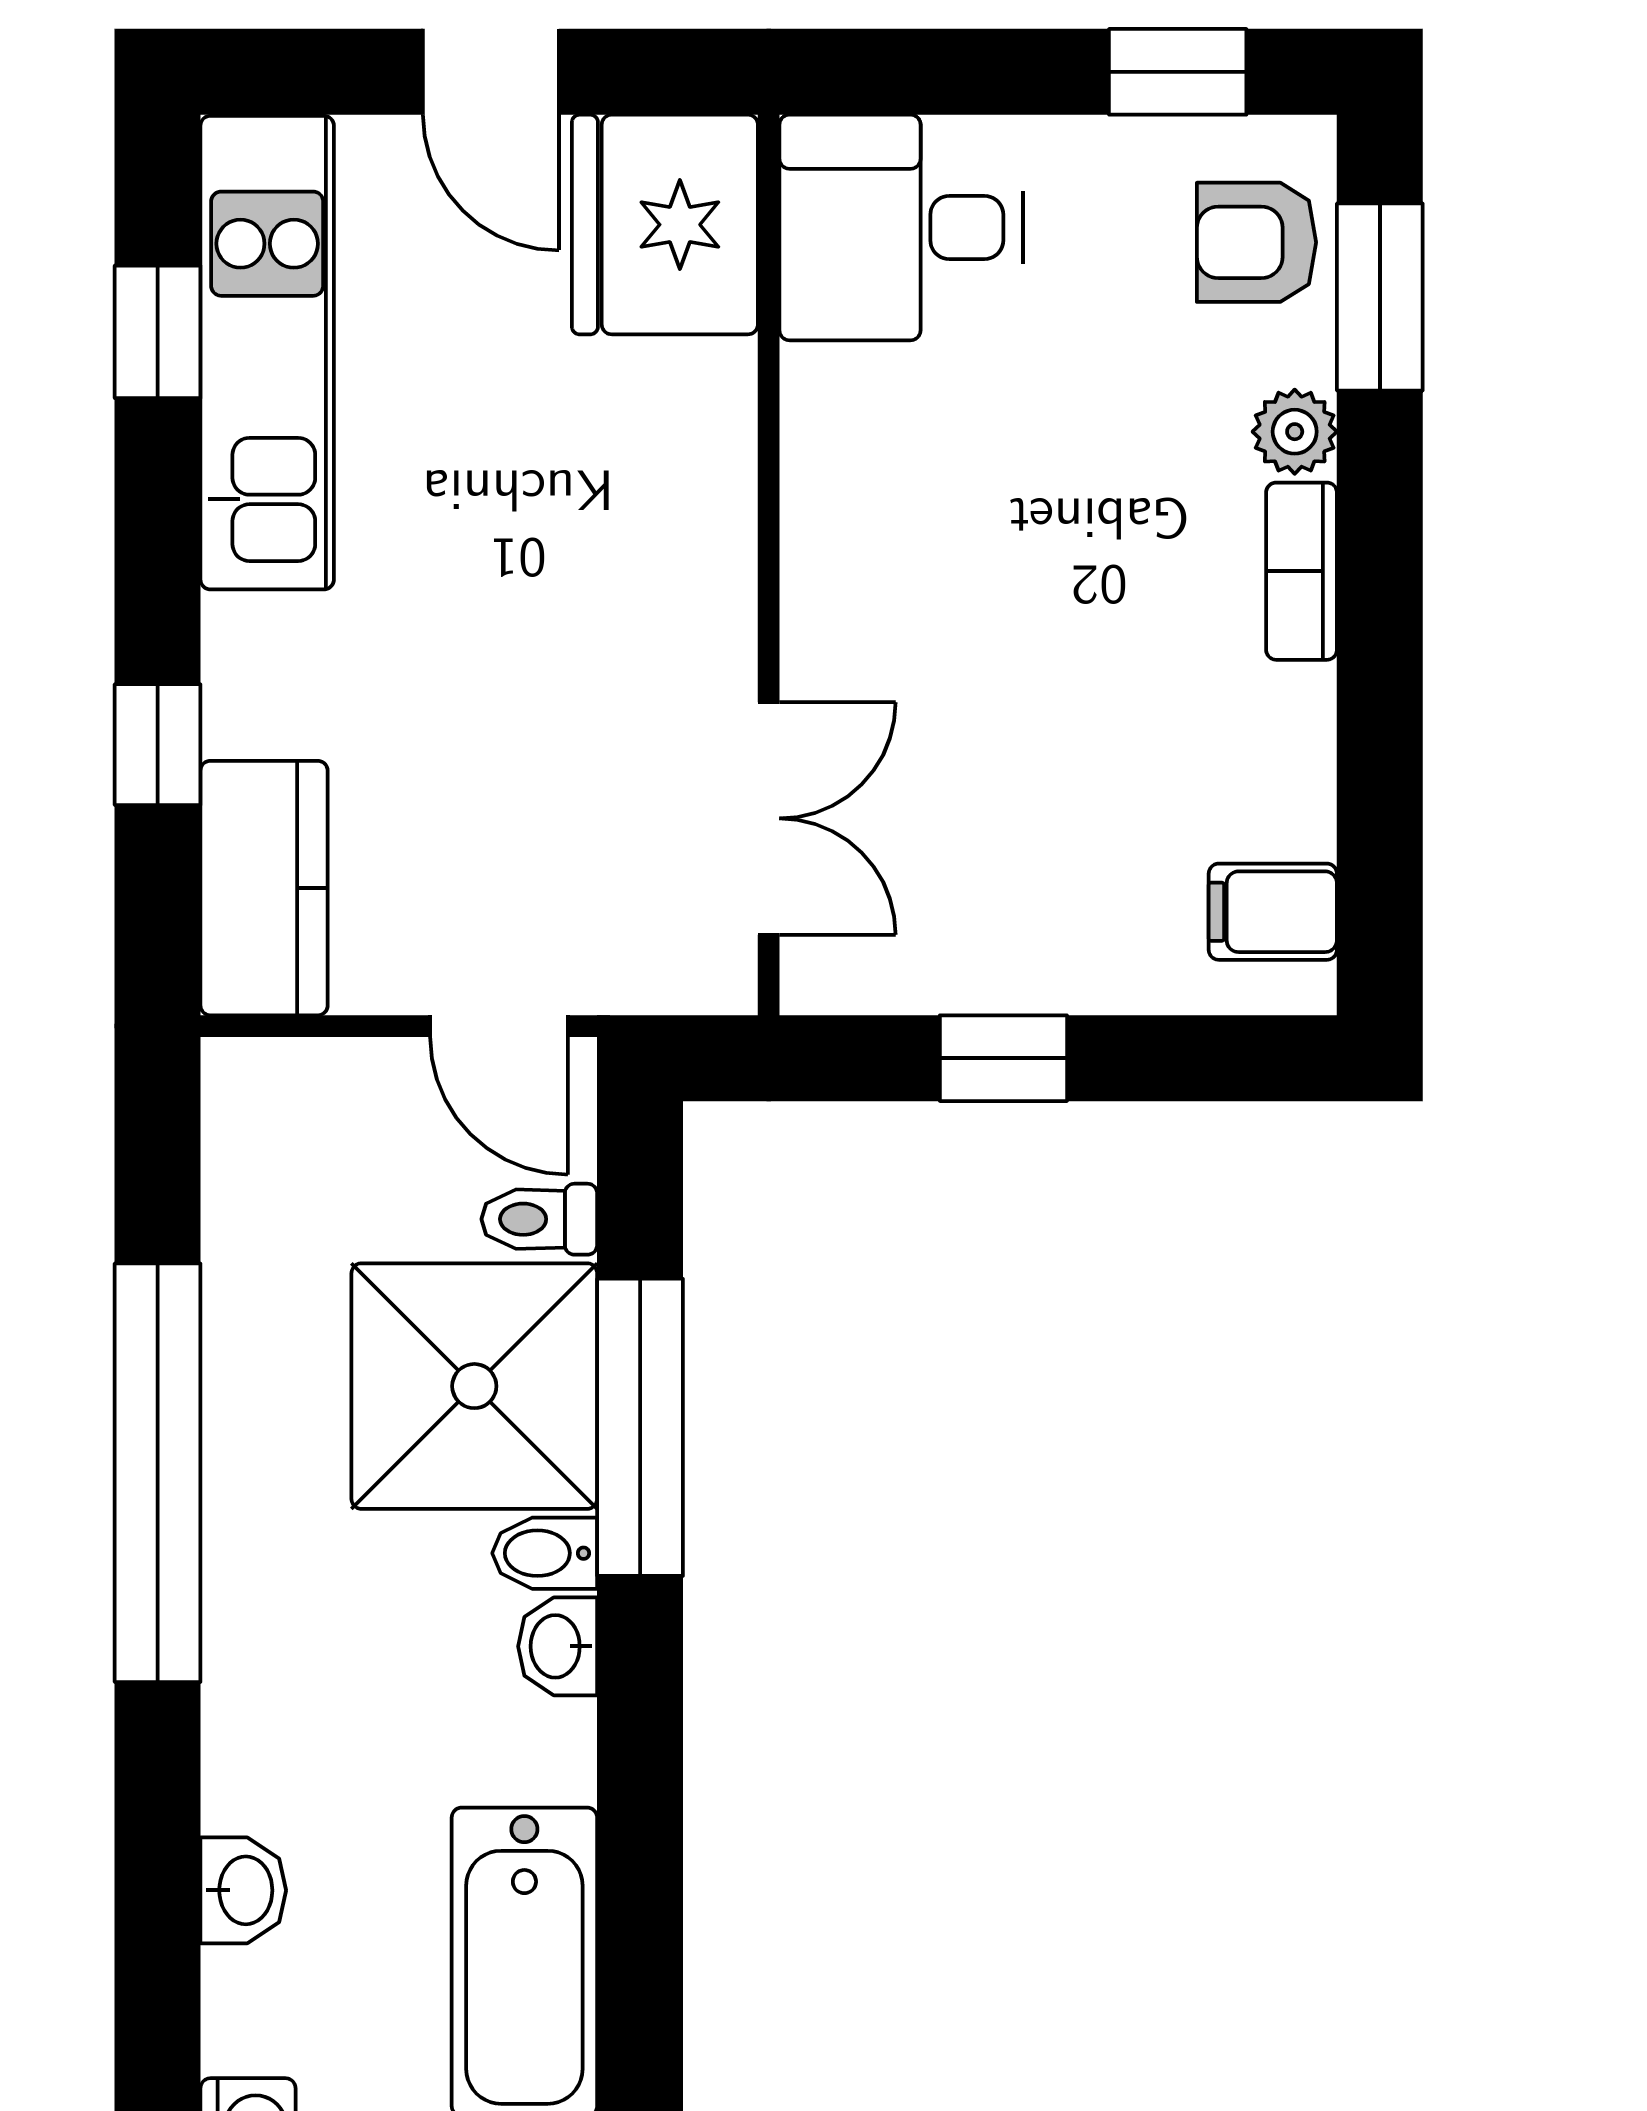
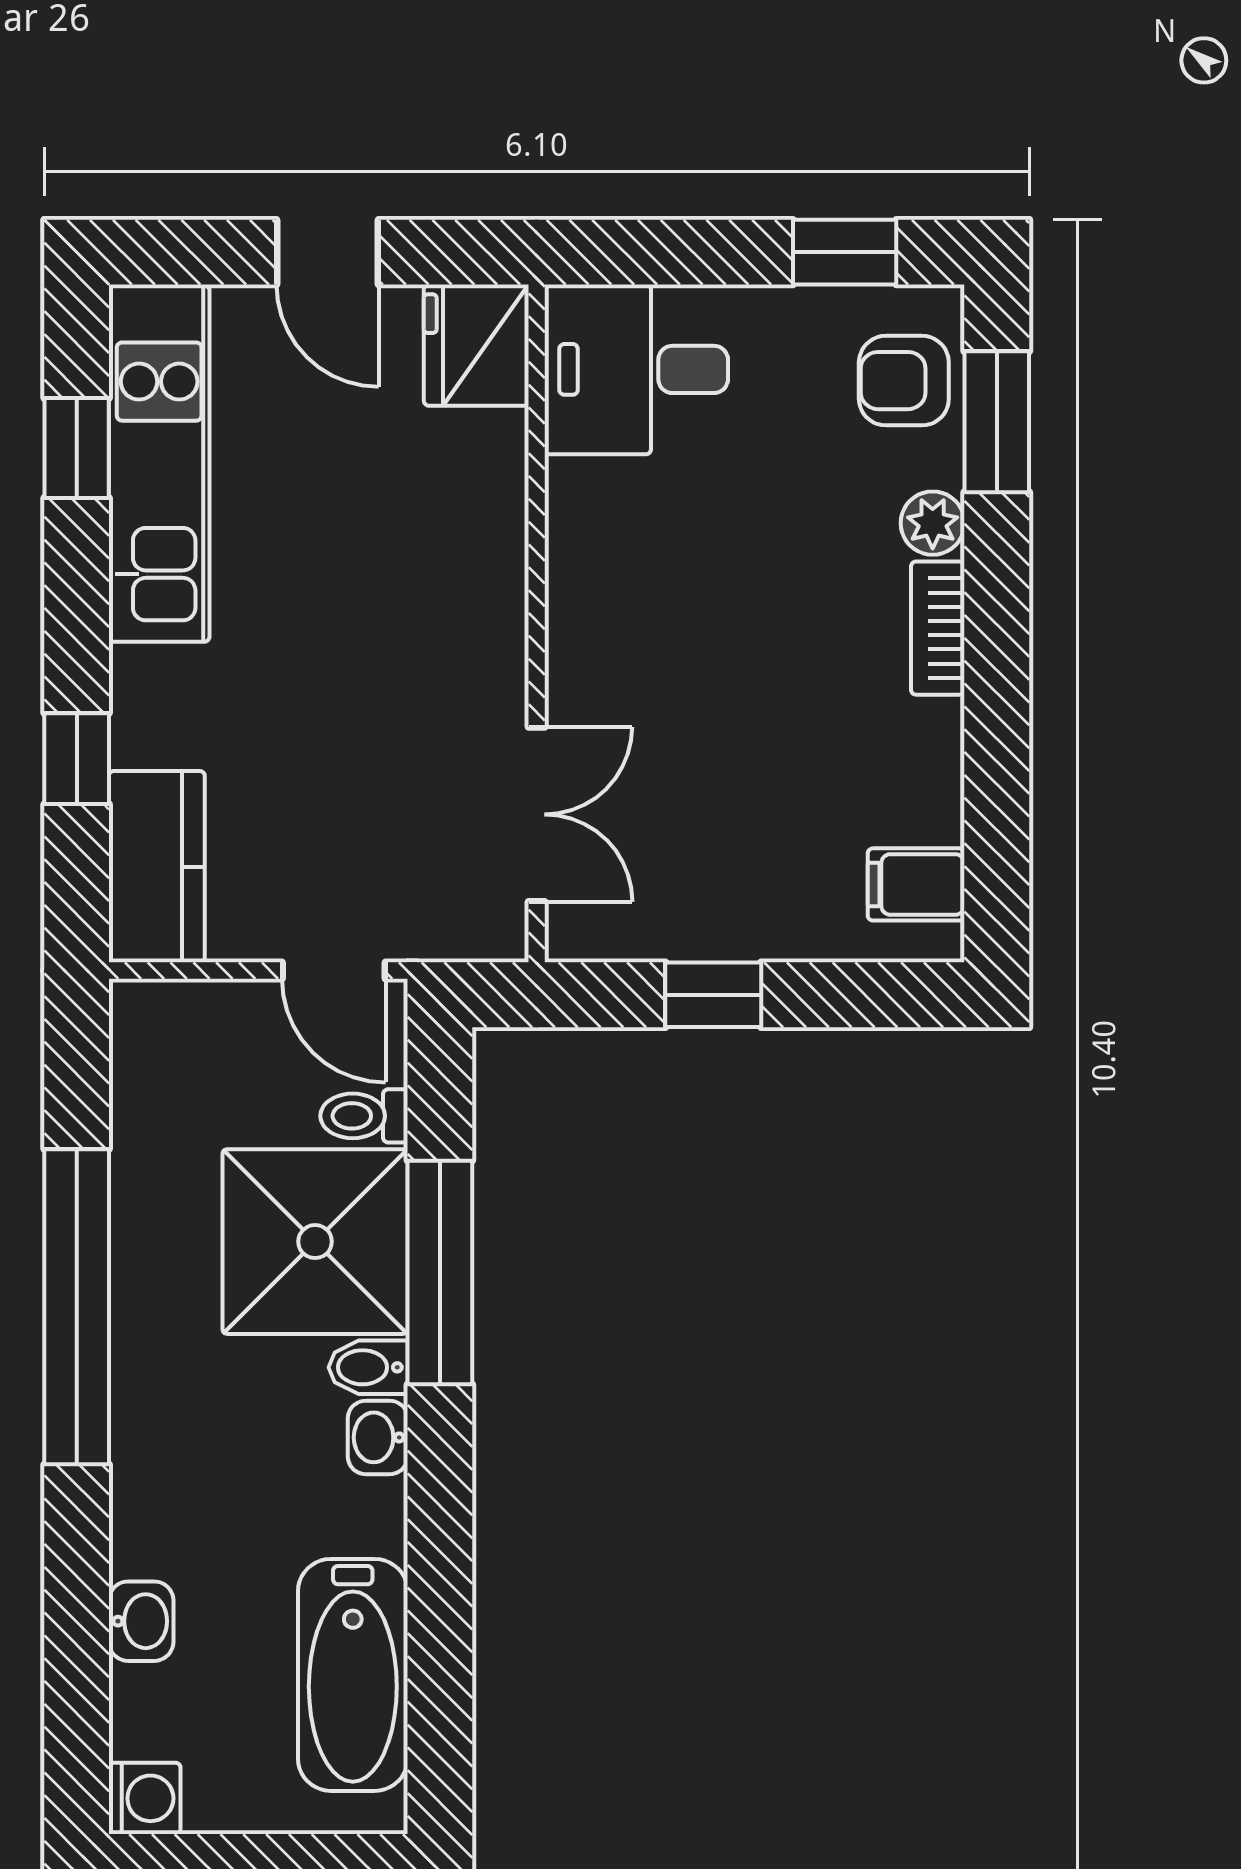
fridge: (665, 225) -> (476, 345), width x0.73, depth x0.75

